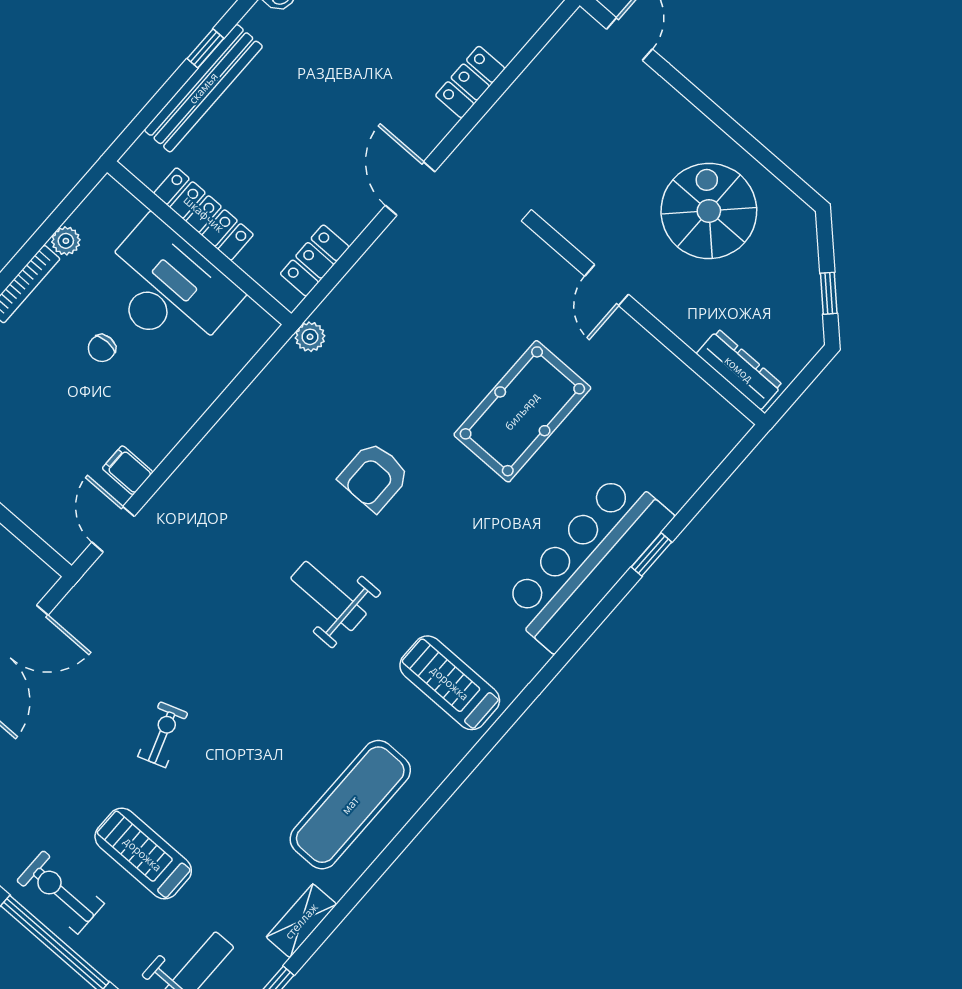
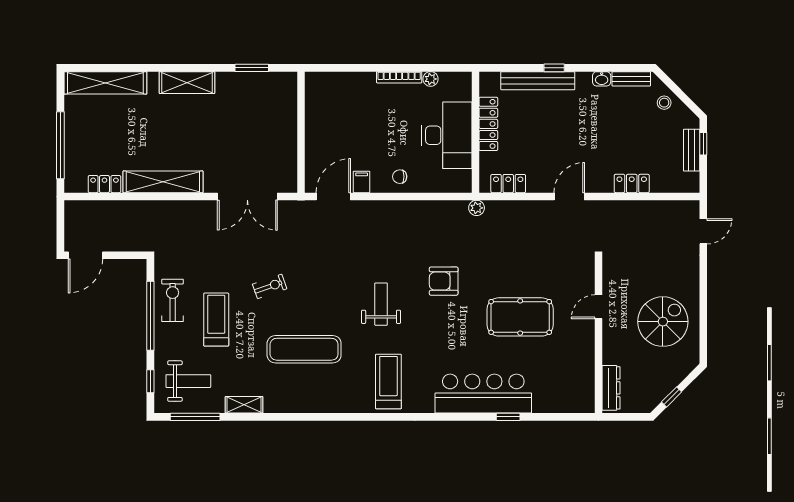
chair: (102, 348) -> (400, 177), moved
door: (113, 529) -> (333, 196), width x1.38
exercise mat: (350, 805) -> (304, 349), moved

